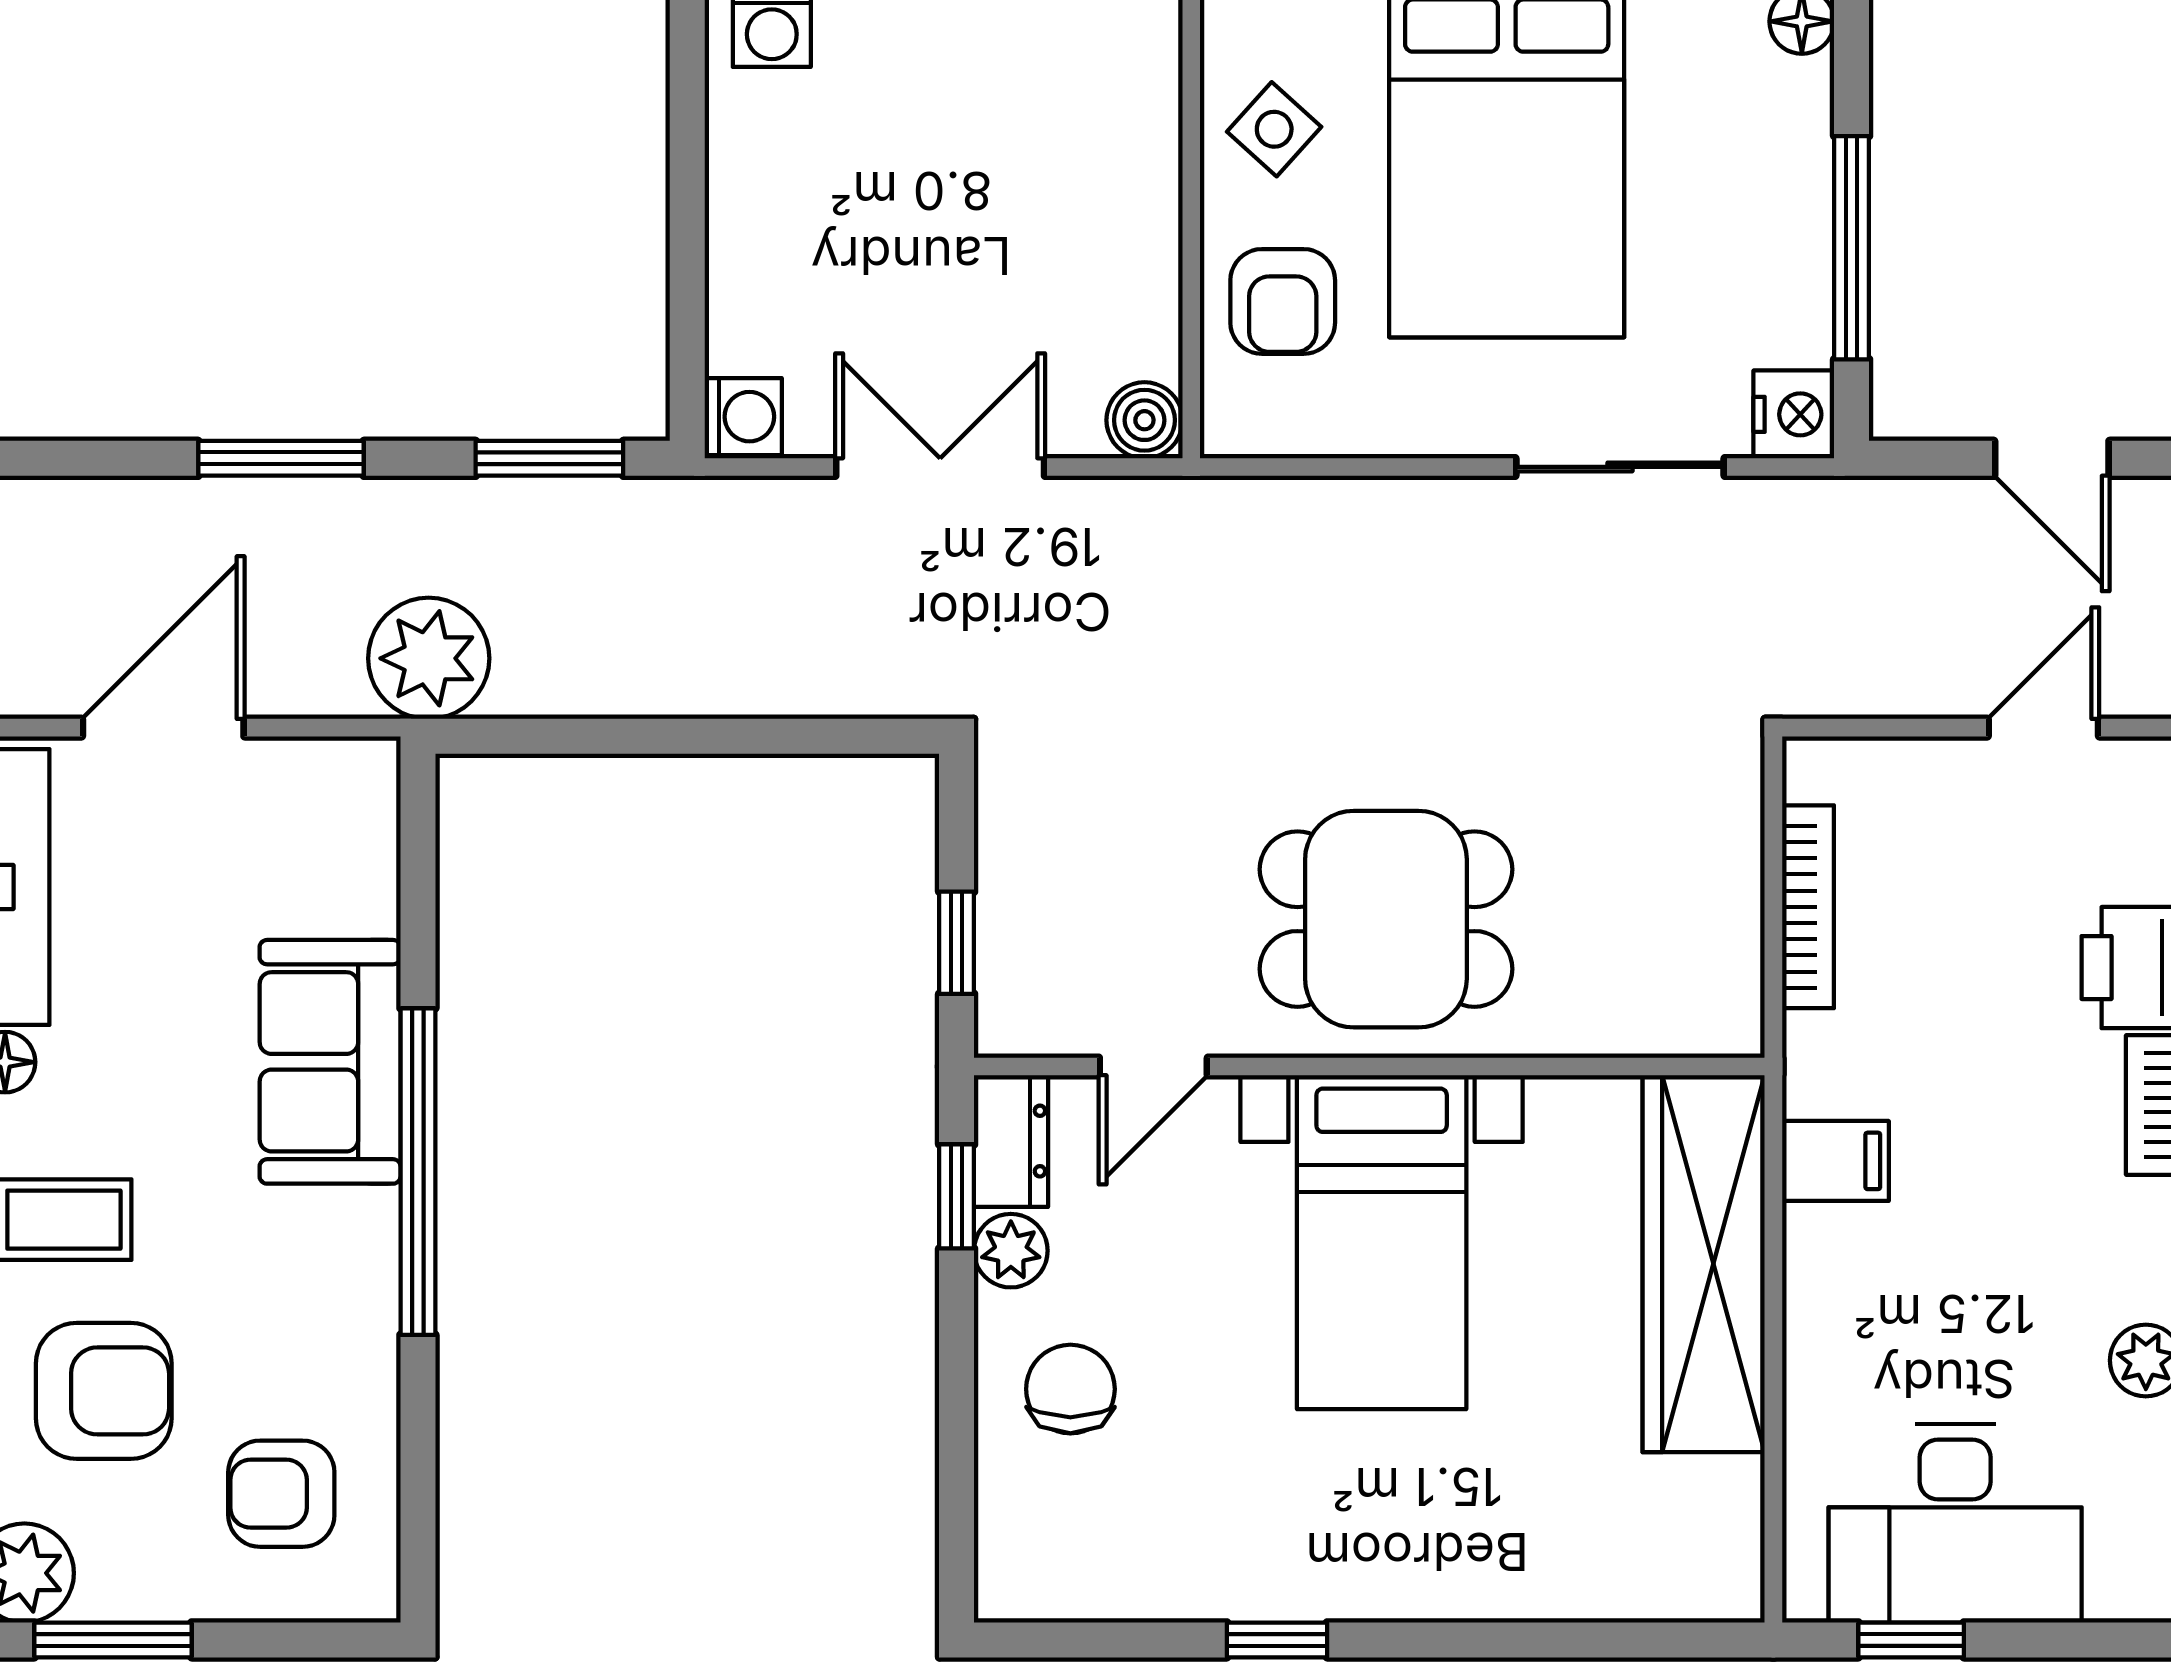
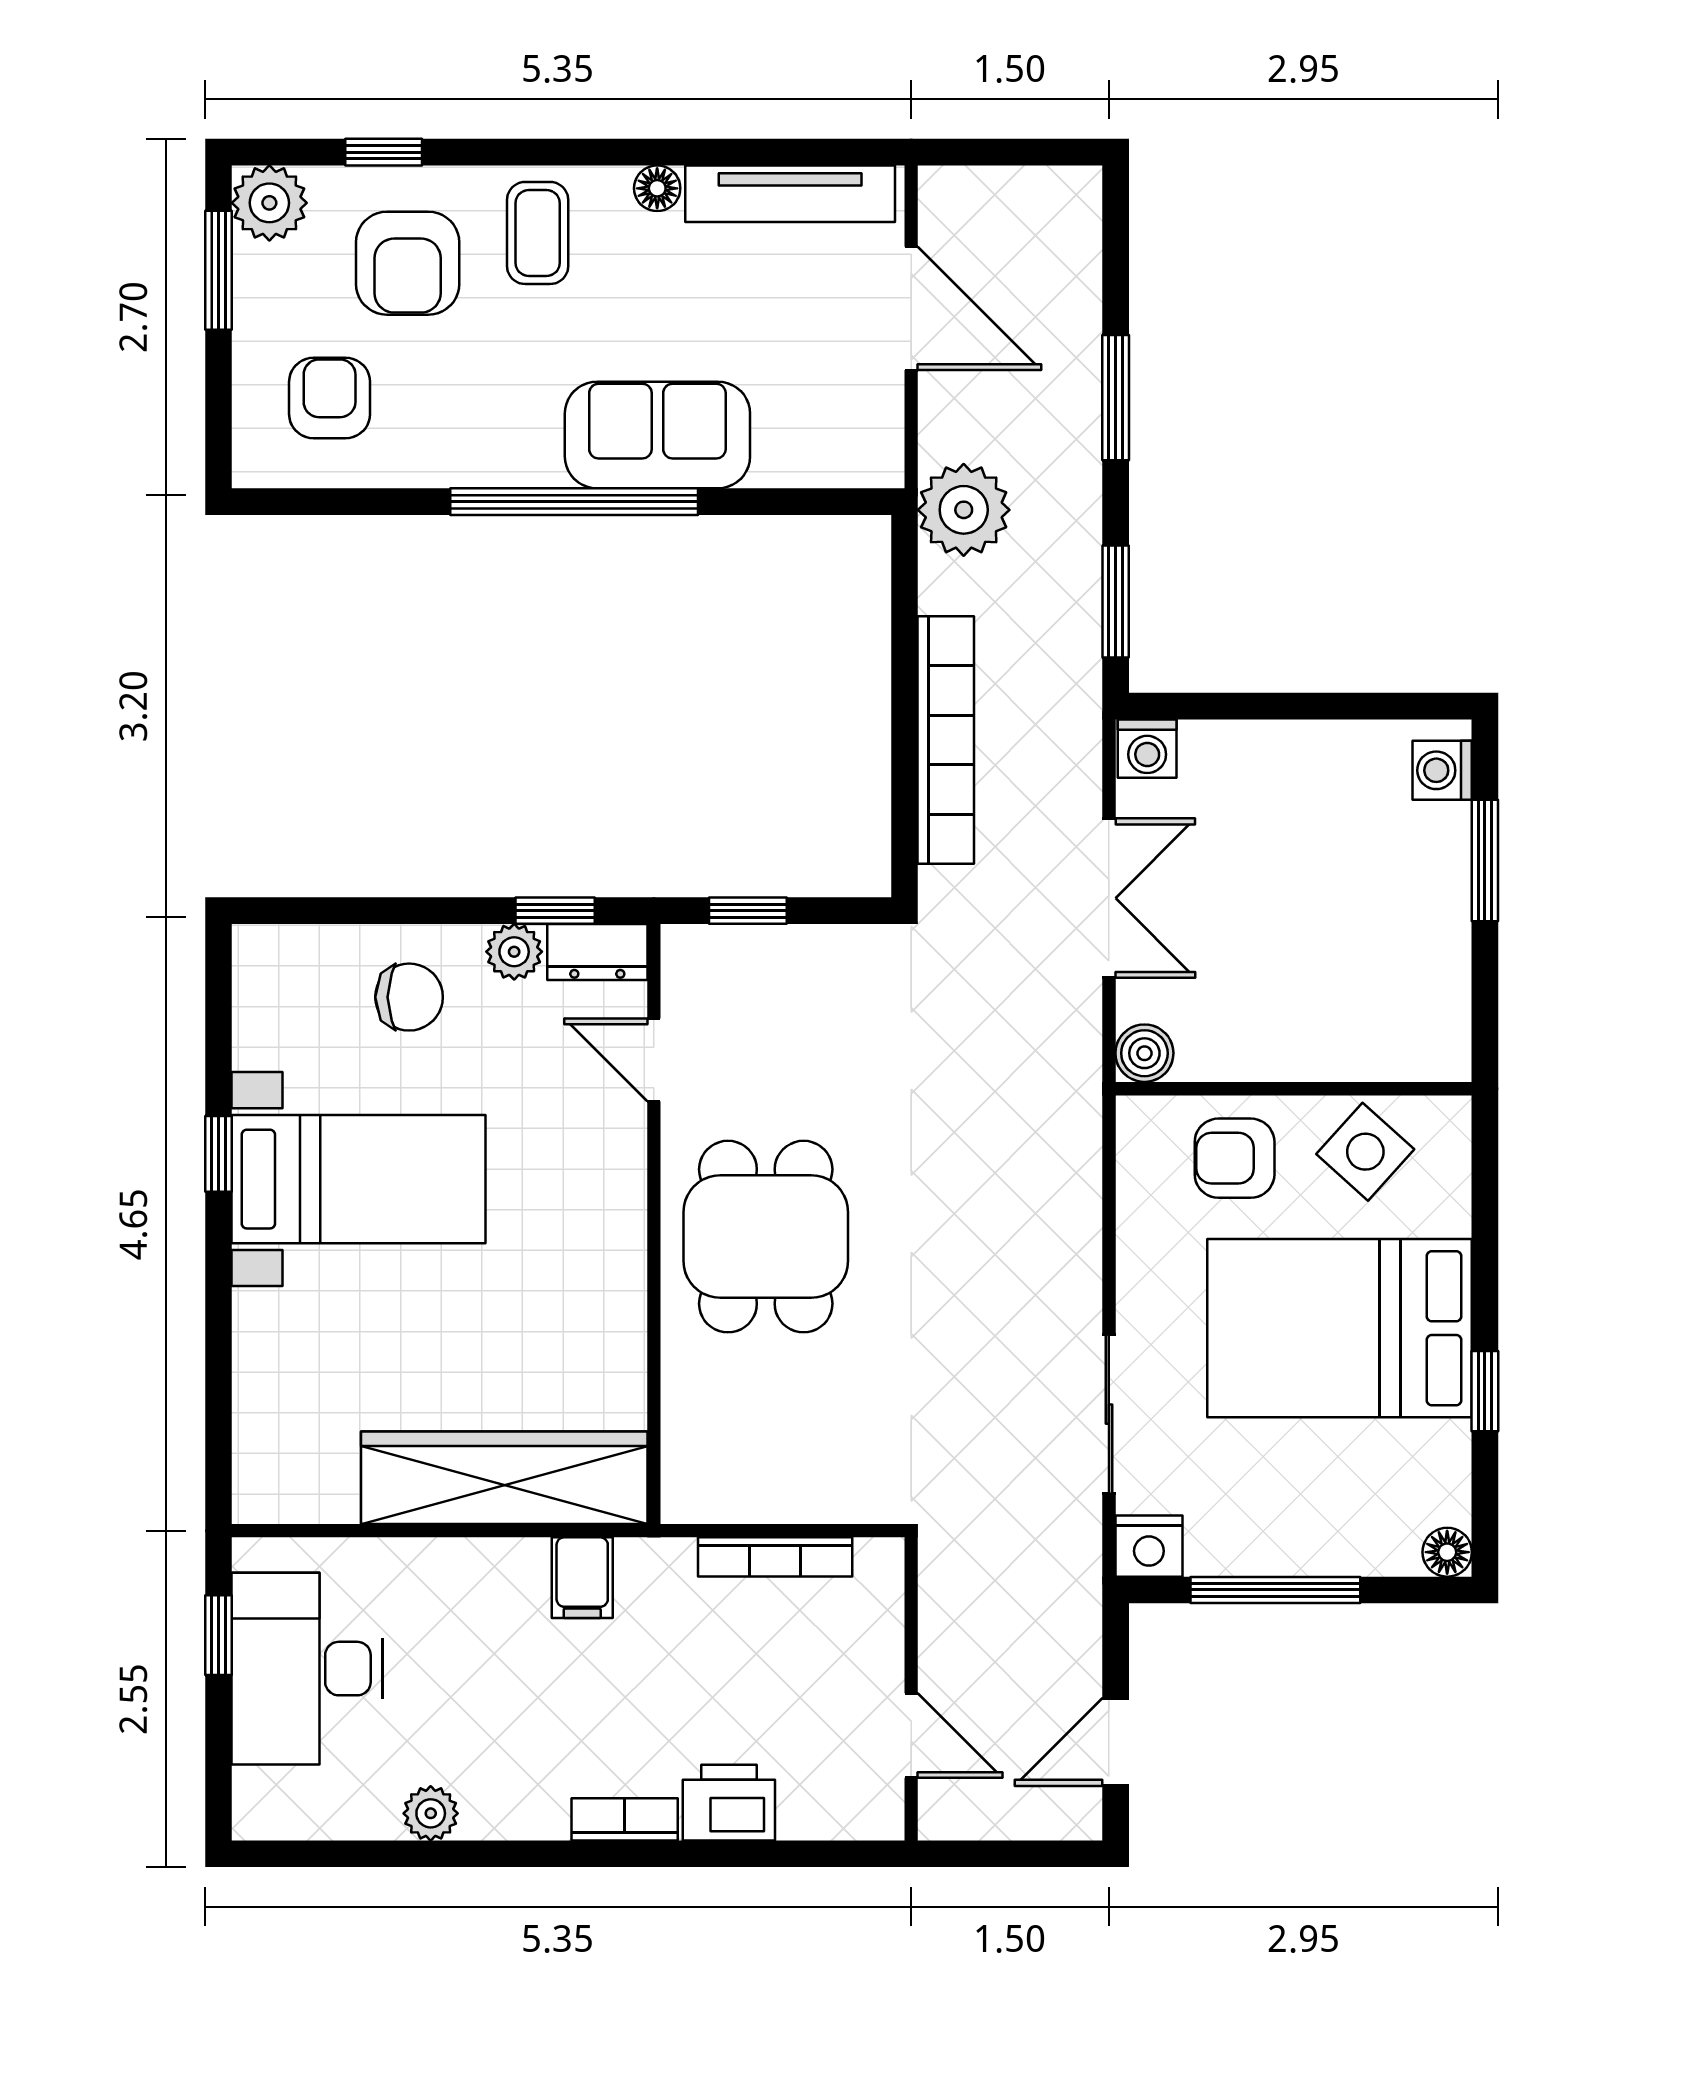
side table: (1274, 129) -> (1365, 1152), width x1.37, depth x1.37
bookcase: (732, 682) -> (946, 740), added
bed with nightstands: (1382, 1242) -> (359, 1179), moved, turned 180

